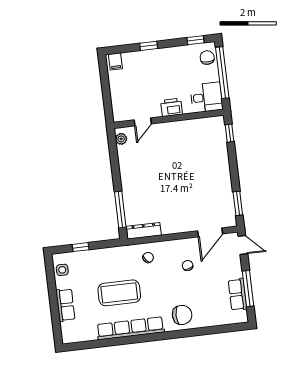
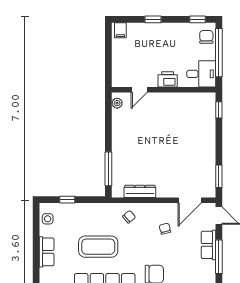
dresser: (144, 231) -> (140, 191), moved
row of seats: (238, 294) -> (208, 245), moved

